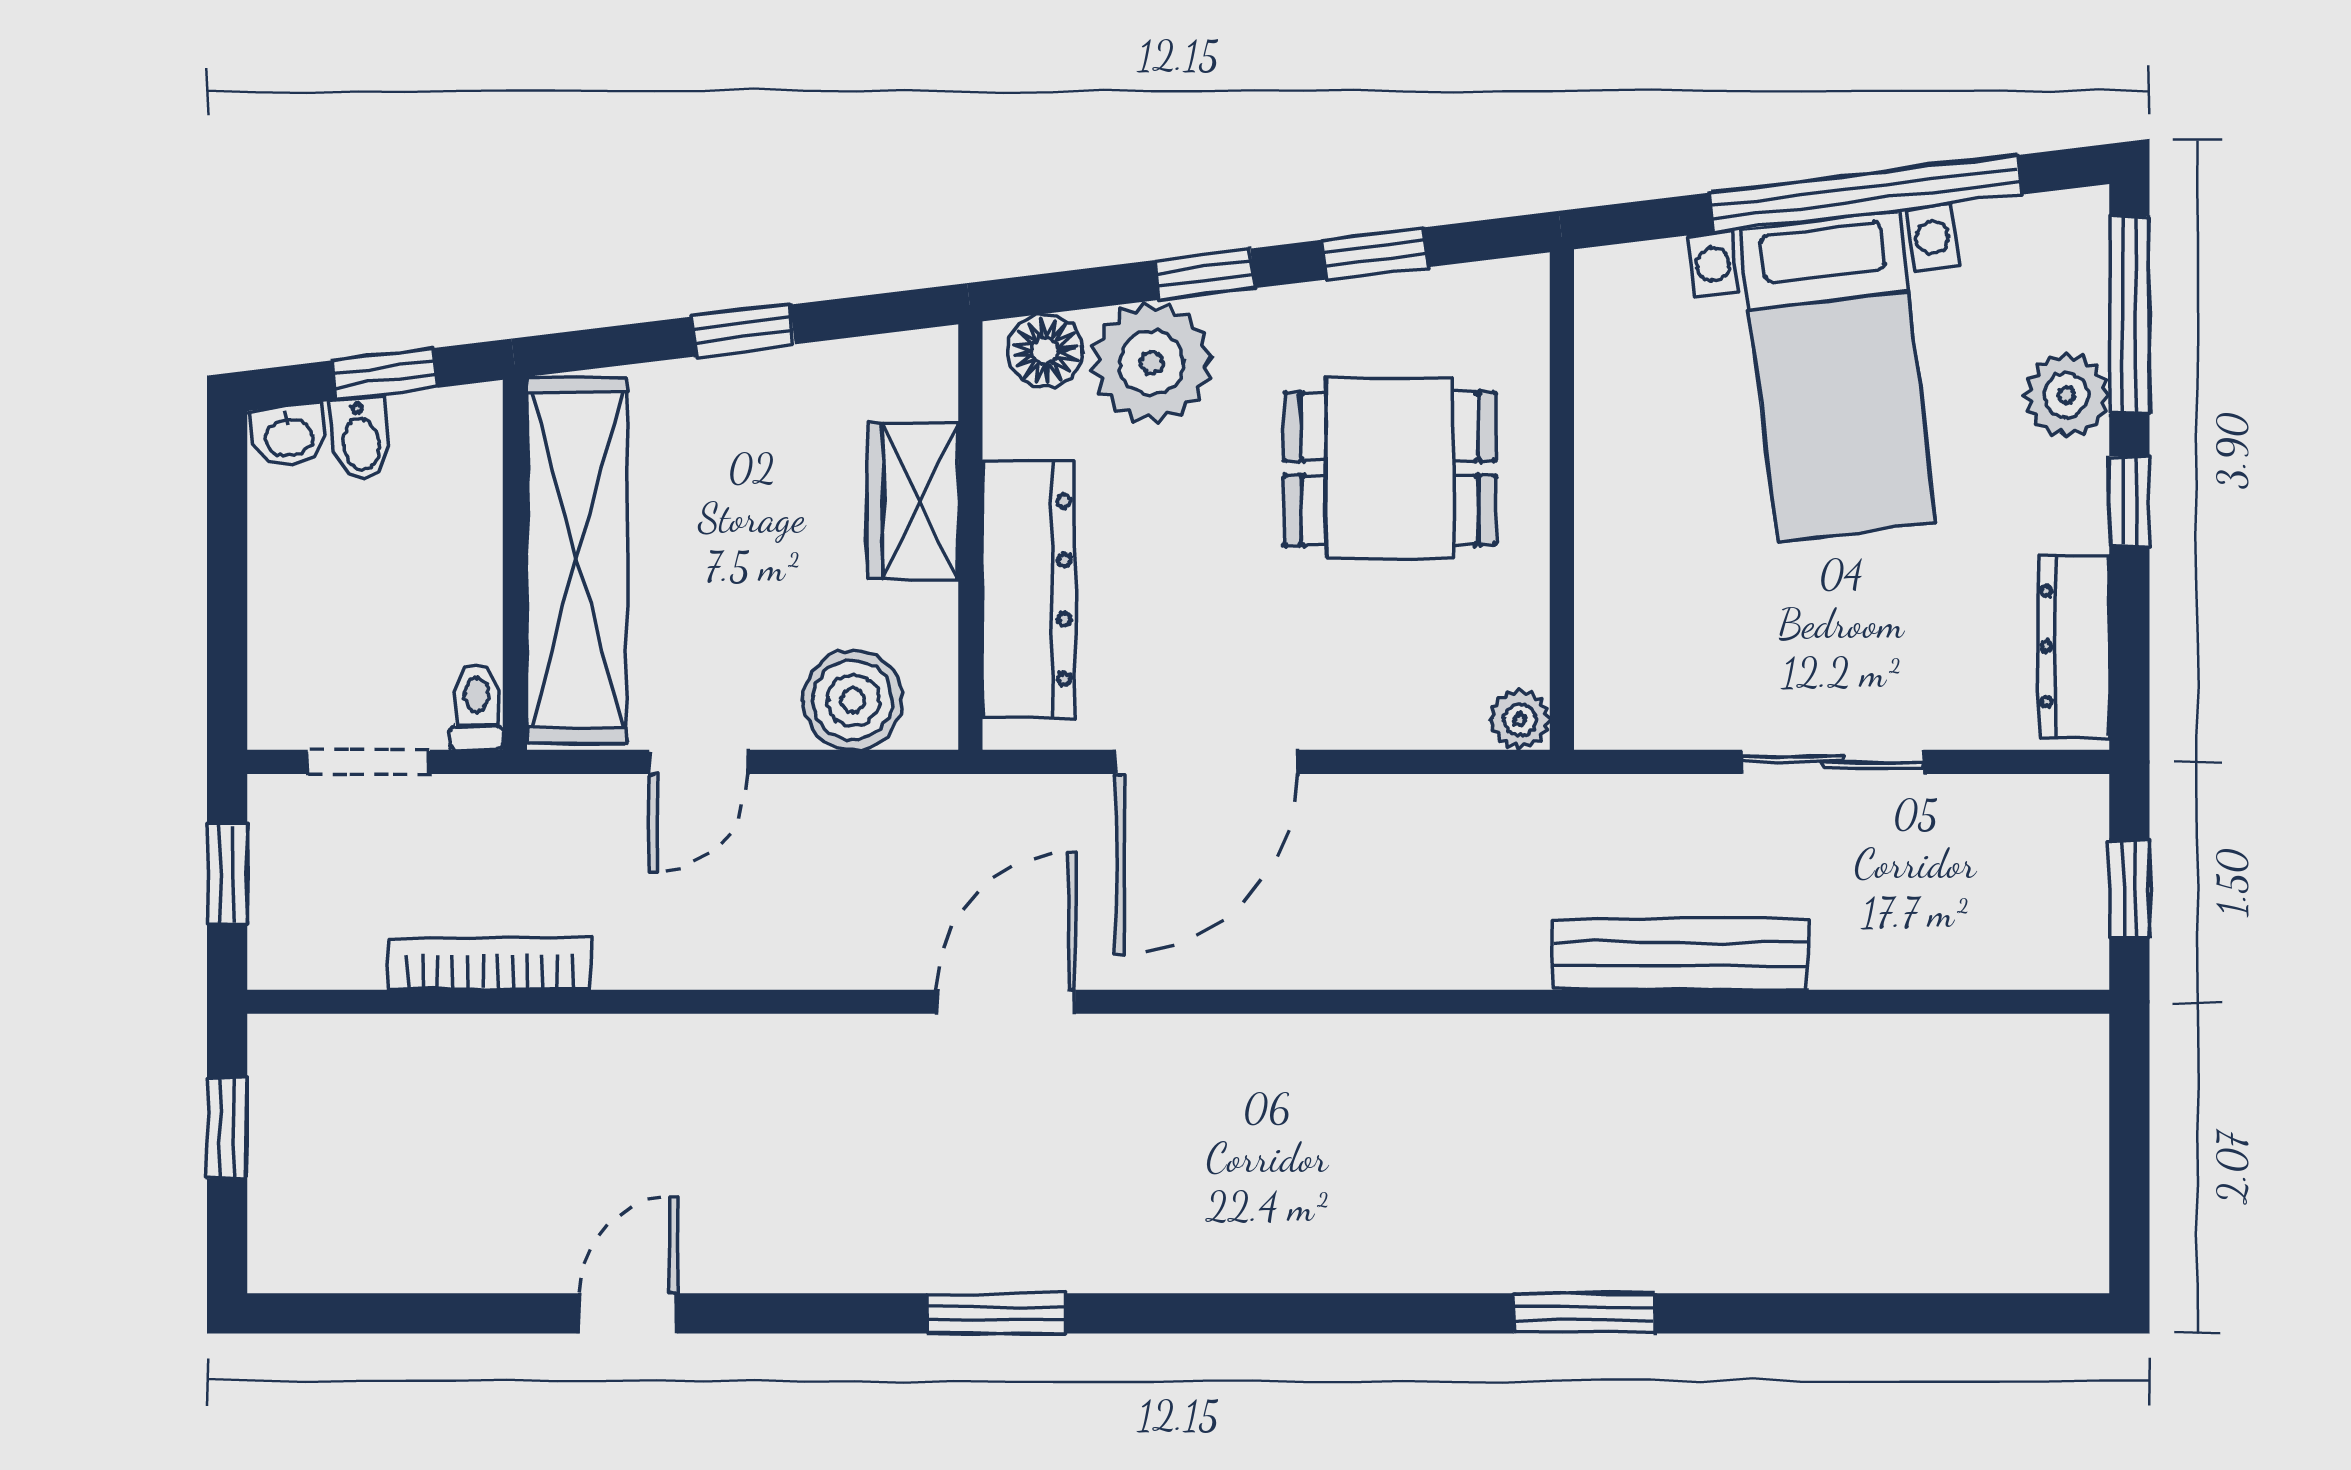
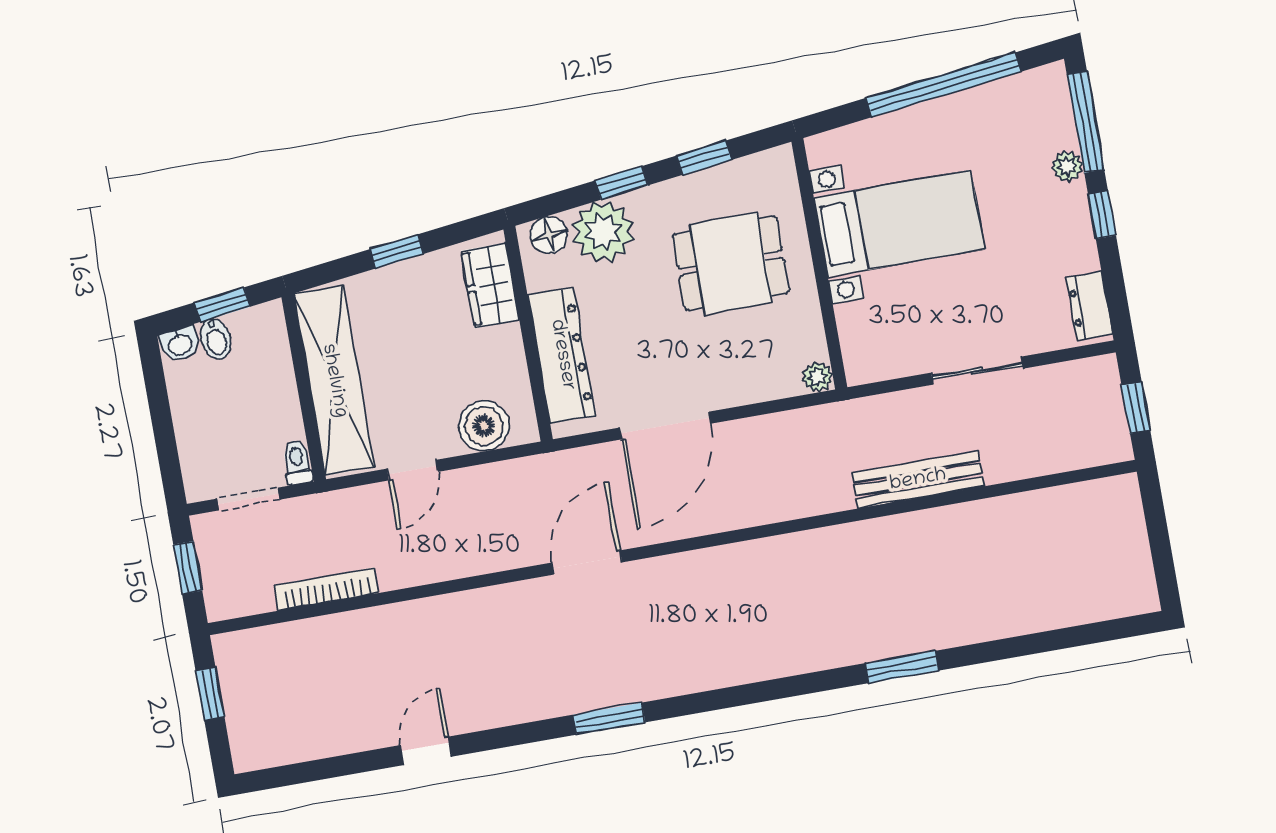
bed with nightstands: (1838, 376) -> (899, 223), moved, turned -83
plant: (2067, 395) -> (1067, 166), width x0.73, depth x0.73
wardrobe: (913, 501) -> (490, 286), moved
dresser: (2074, 646) -> (1089, 306), width x0.70

